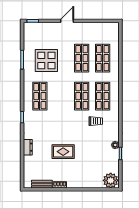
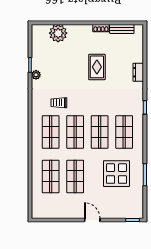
door: (67, 21) -> (92, 220), swing flipped
shop shelf: (61, 96) -> (100, 132), added
rug: (63, 152) -> (97, 67), turned 90
plant: (111, 180) -> (58, 33), moved

